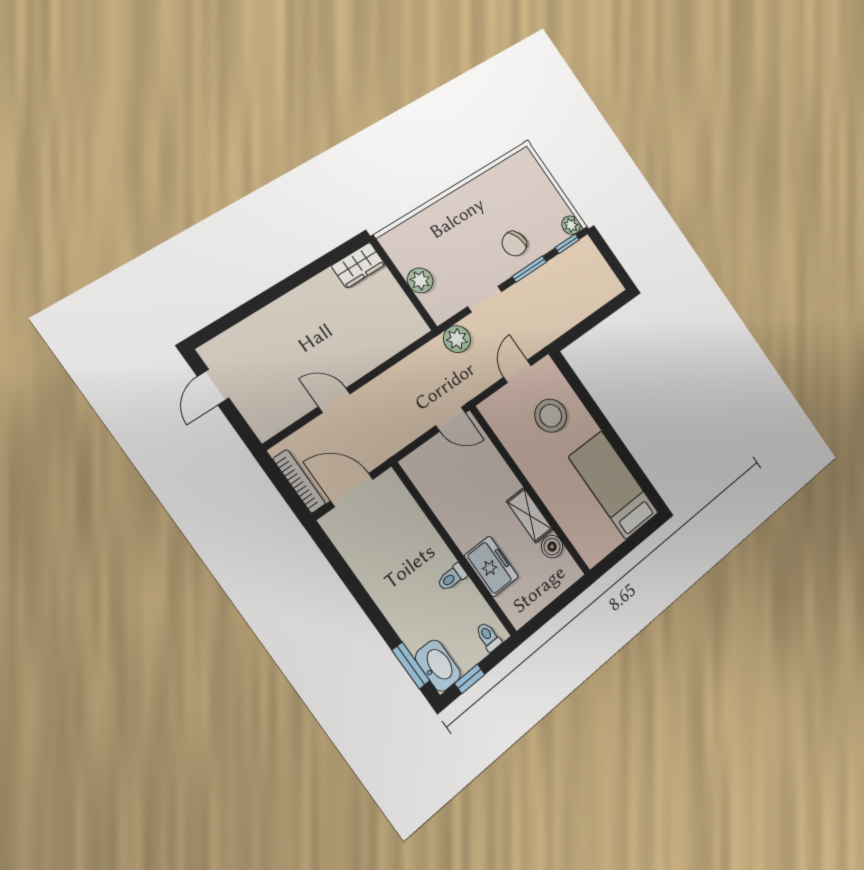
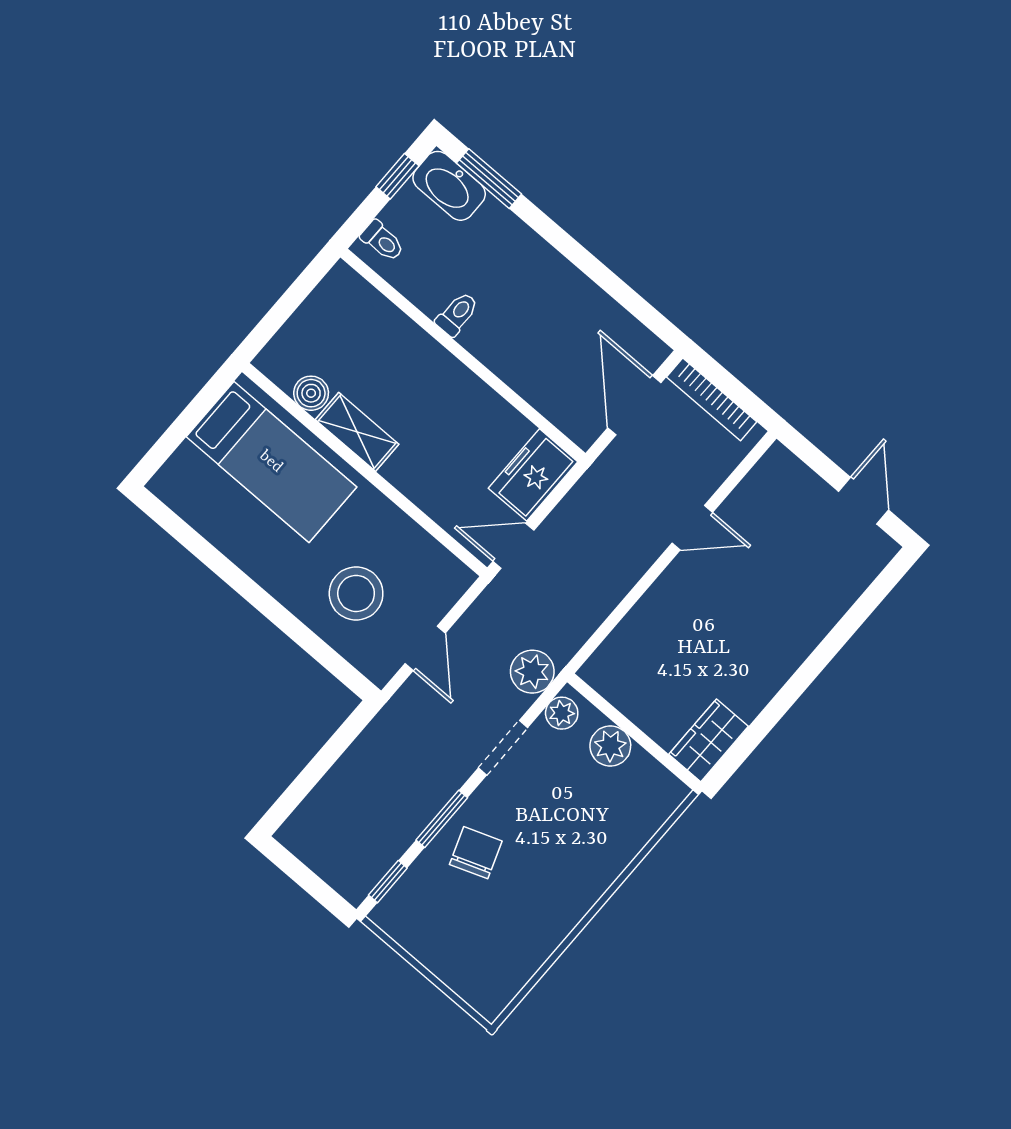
plant: (571, 225) -> (562, 713), moved
bed: (614, 485) -> (271, 462), moved
door: (352, 490) -> (634, 405), swing flipped
freezer: (491, 566) -> (533, 475), moved, turned 90

